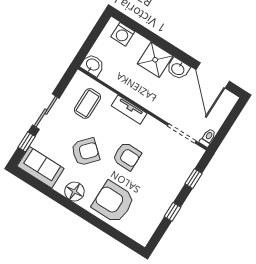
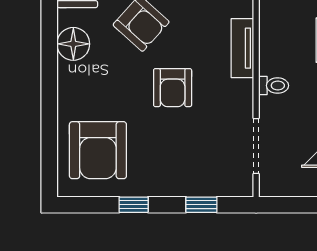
toilet: (208, 138) -> (274, 86), moved
armchair: (113, 202) -> (98, 150), moved, turned 180

